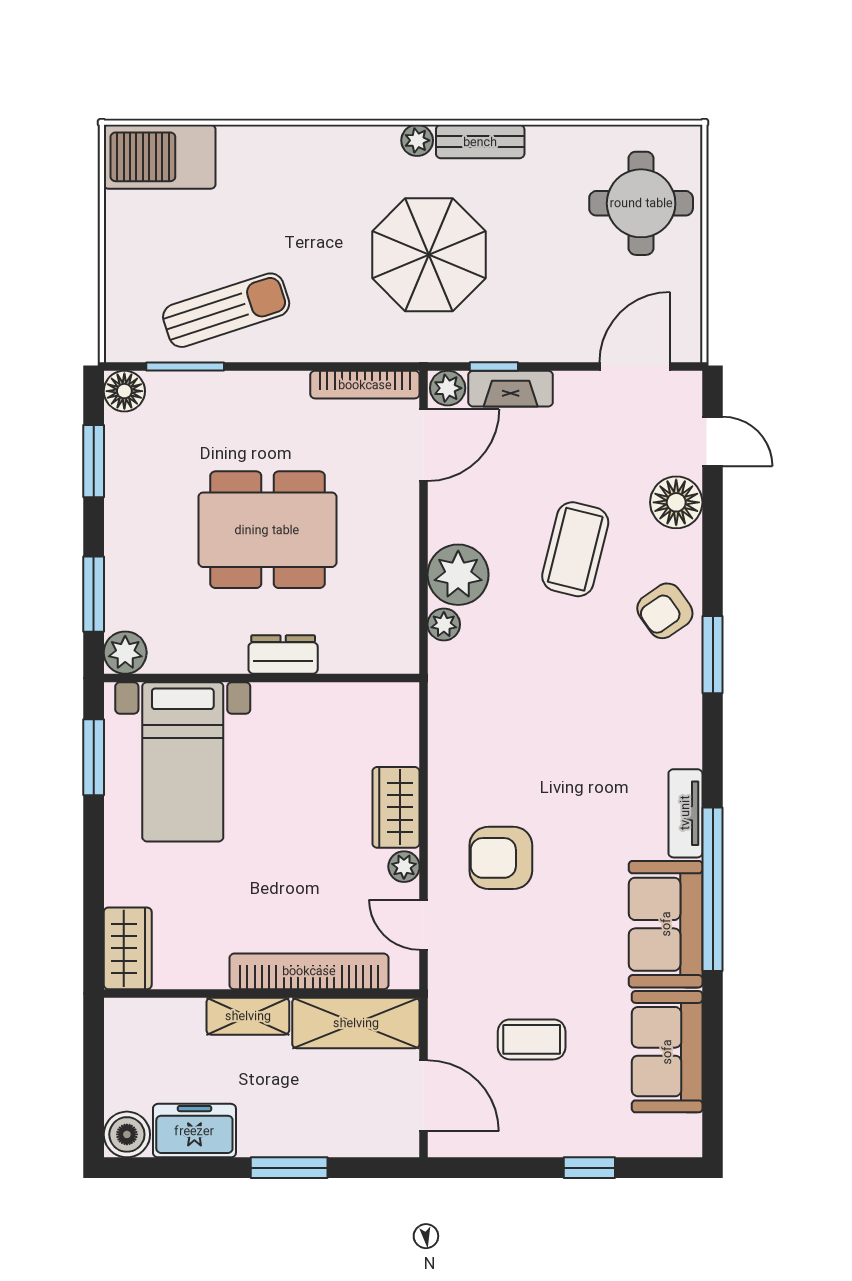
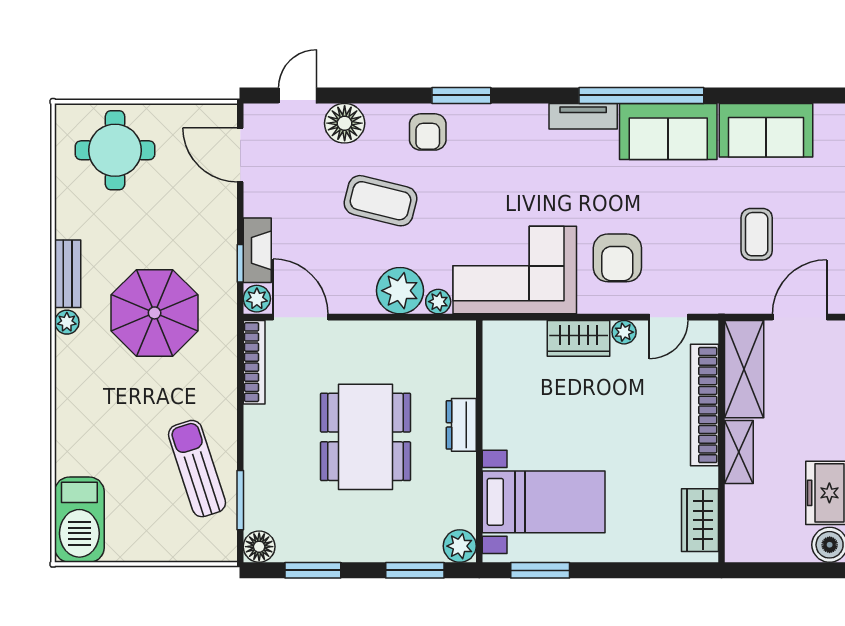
armchair: (665, 611) -> (428, 132), turned 35
corner sofa: (485, 724) -> (515, 270), added
wardrobe: (128, 948) -> (700, 520), moved, turned -90

